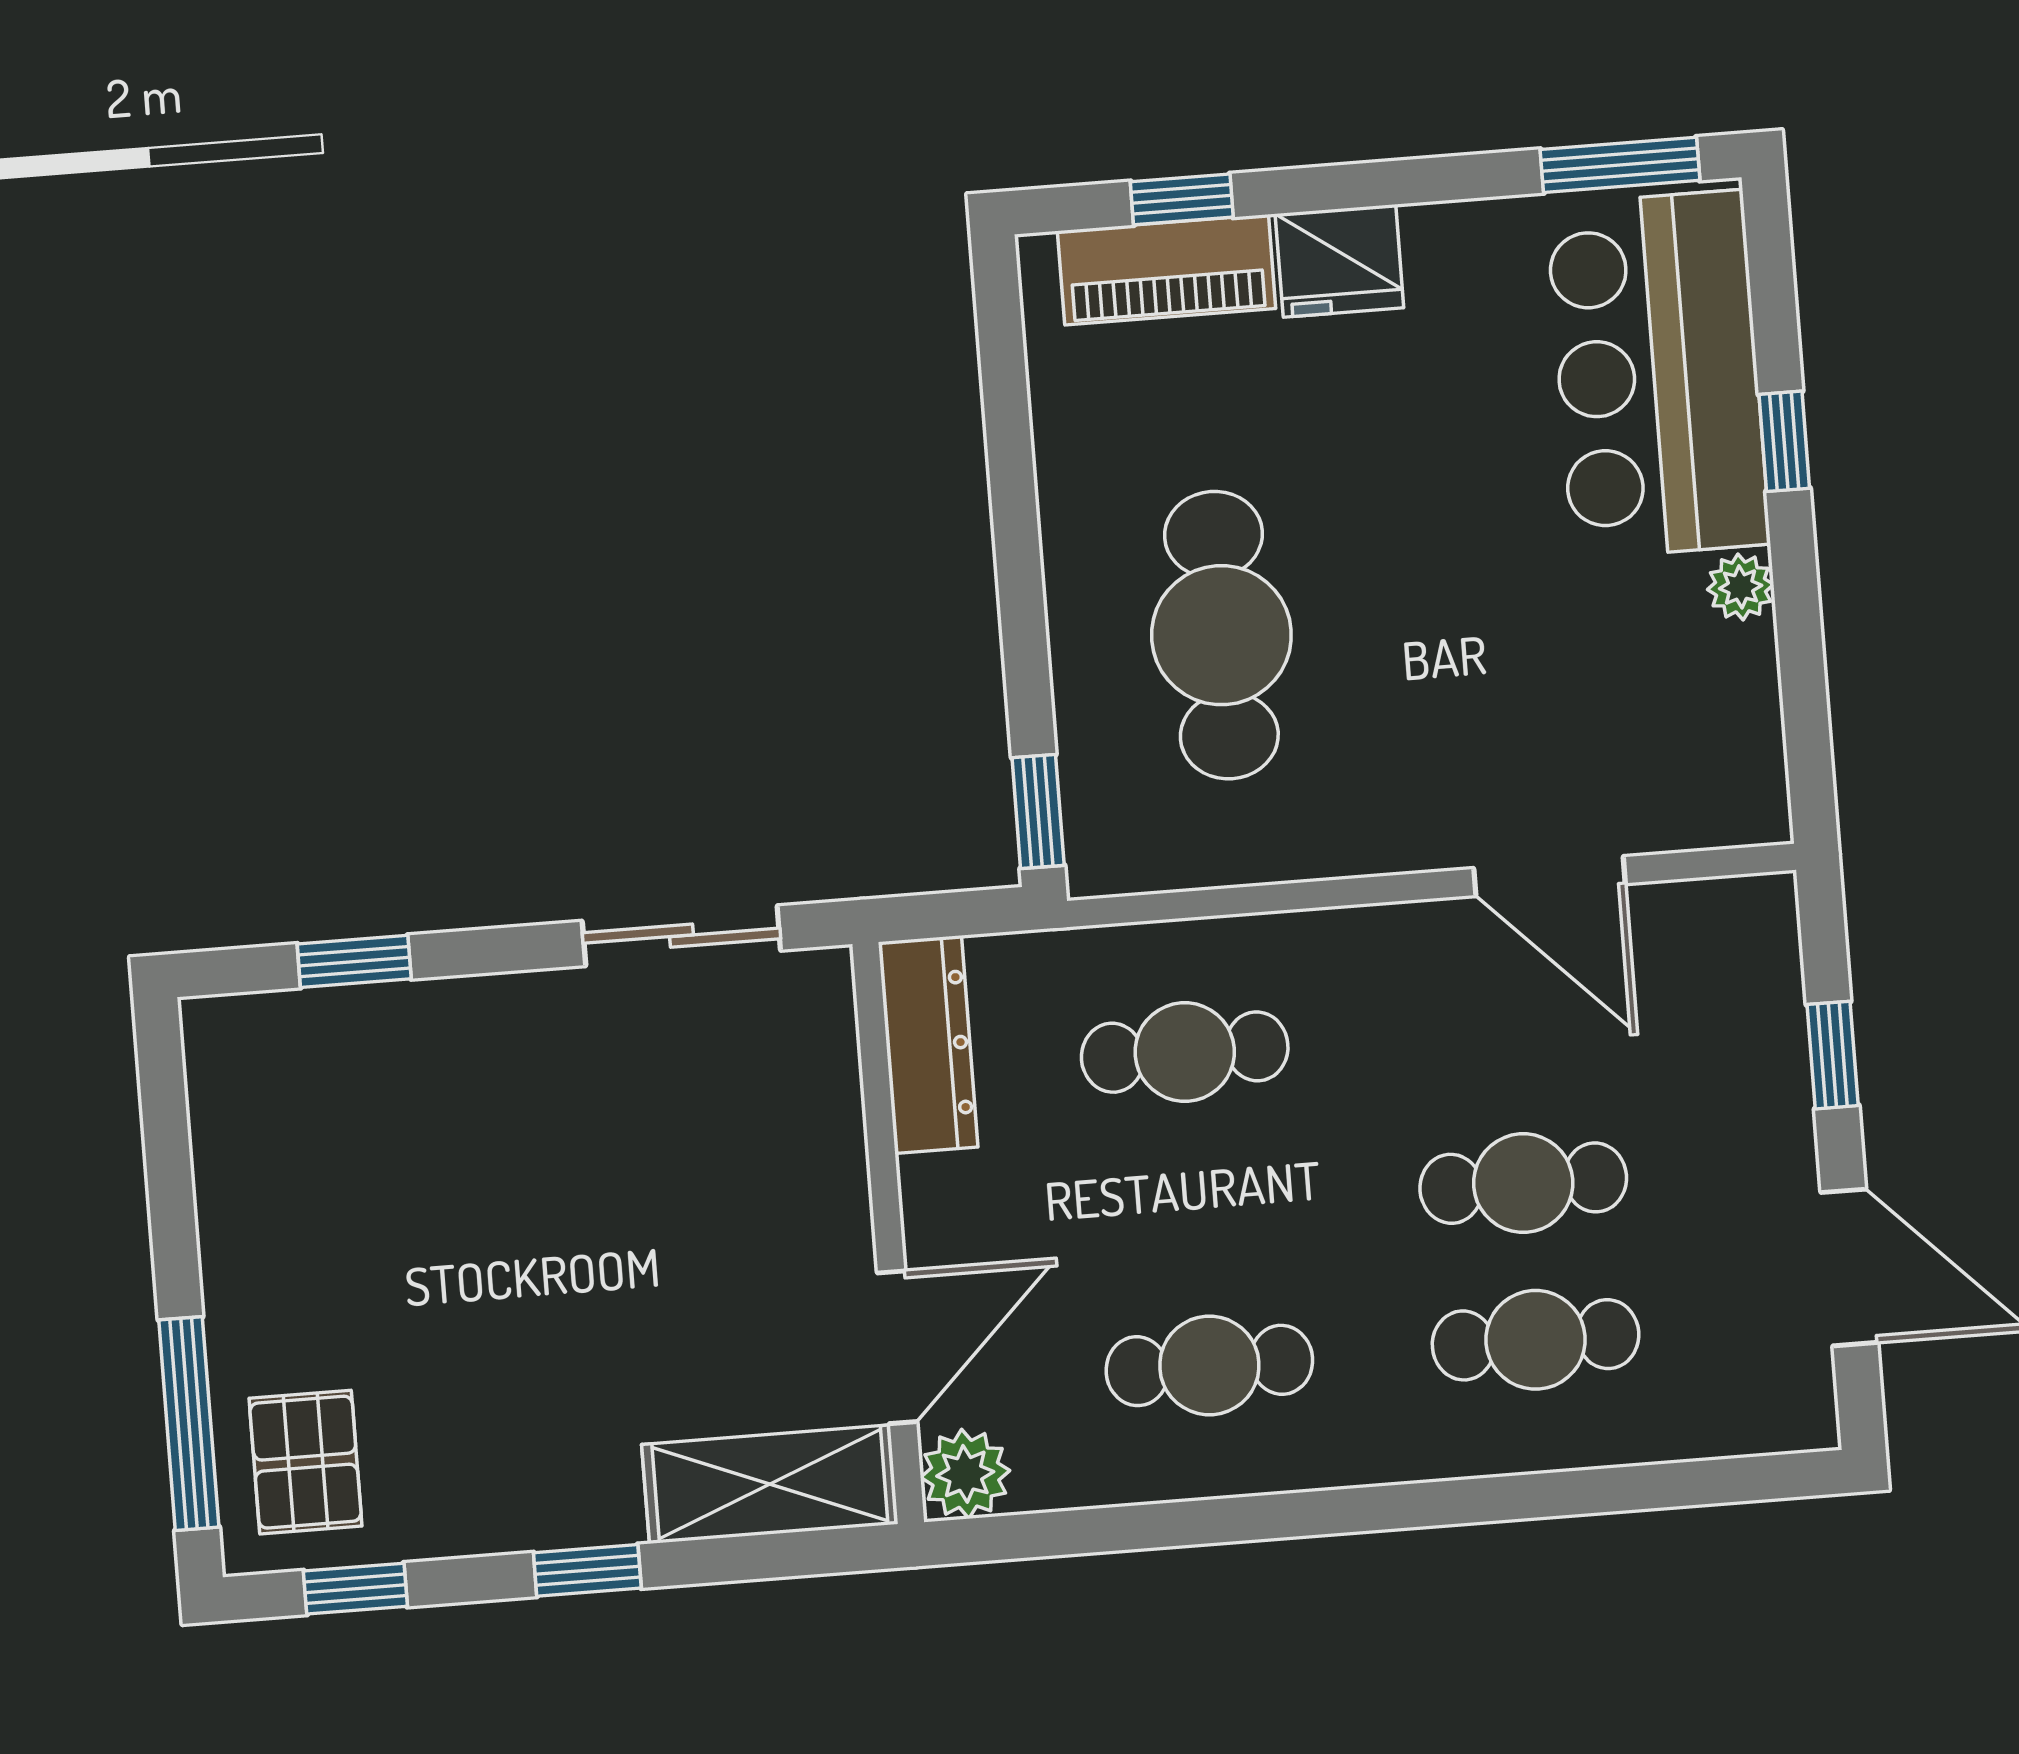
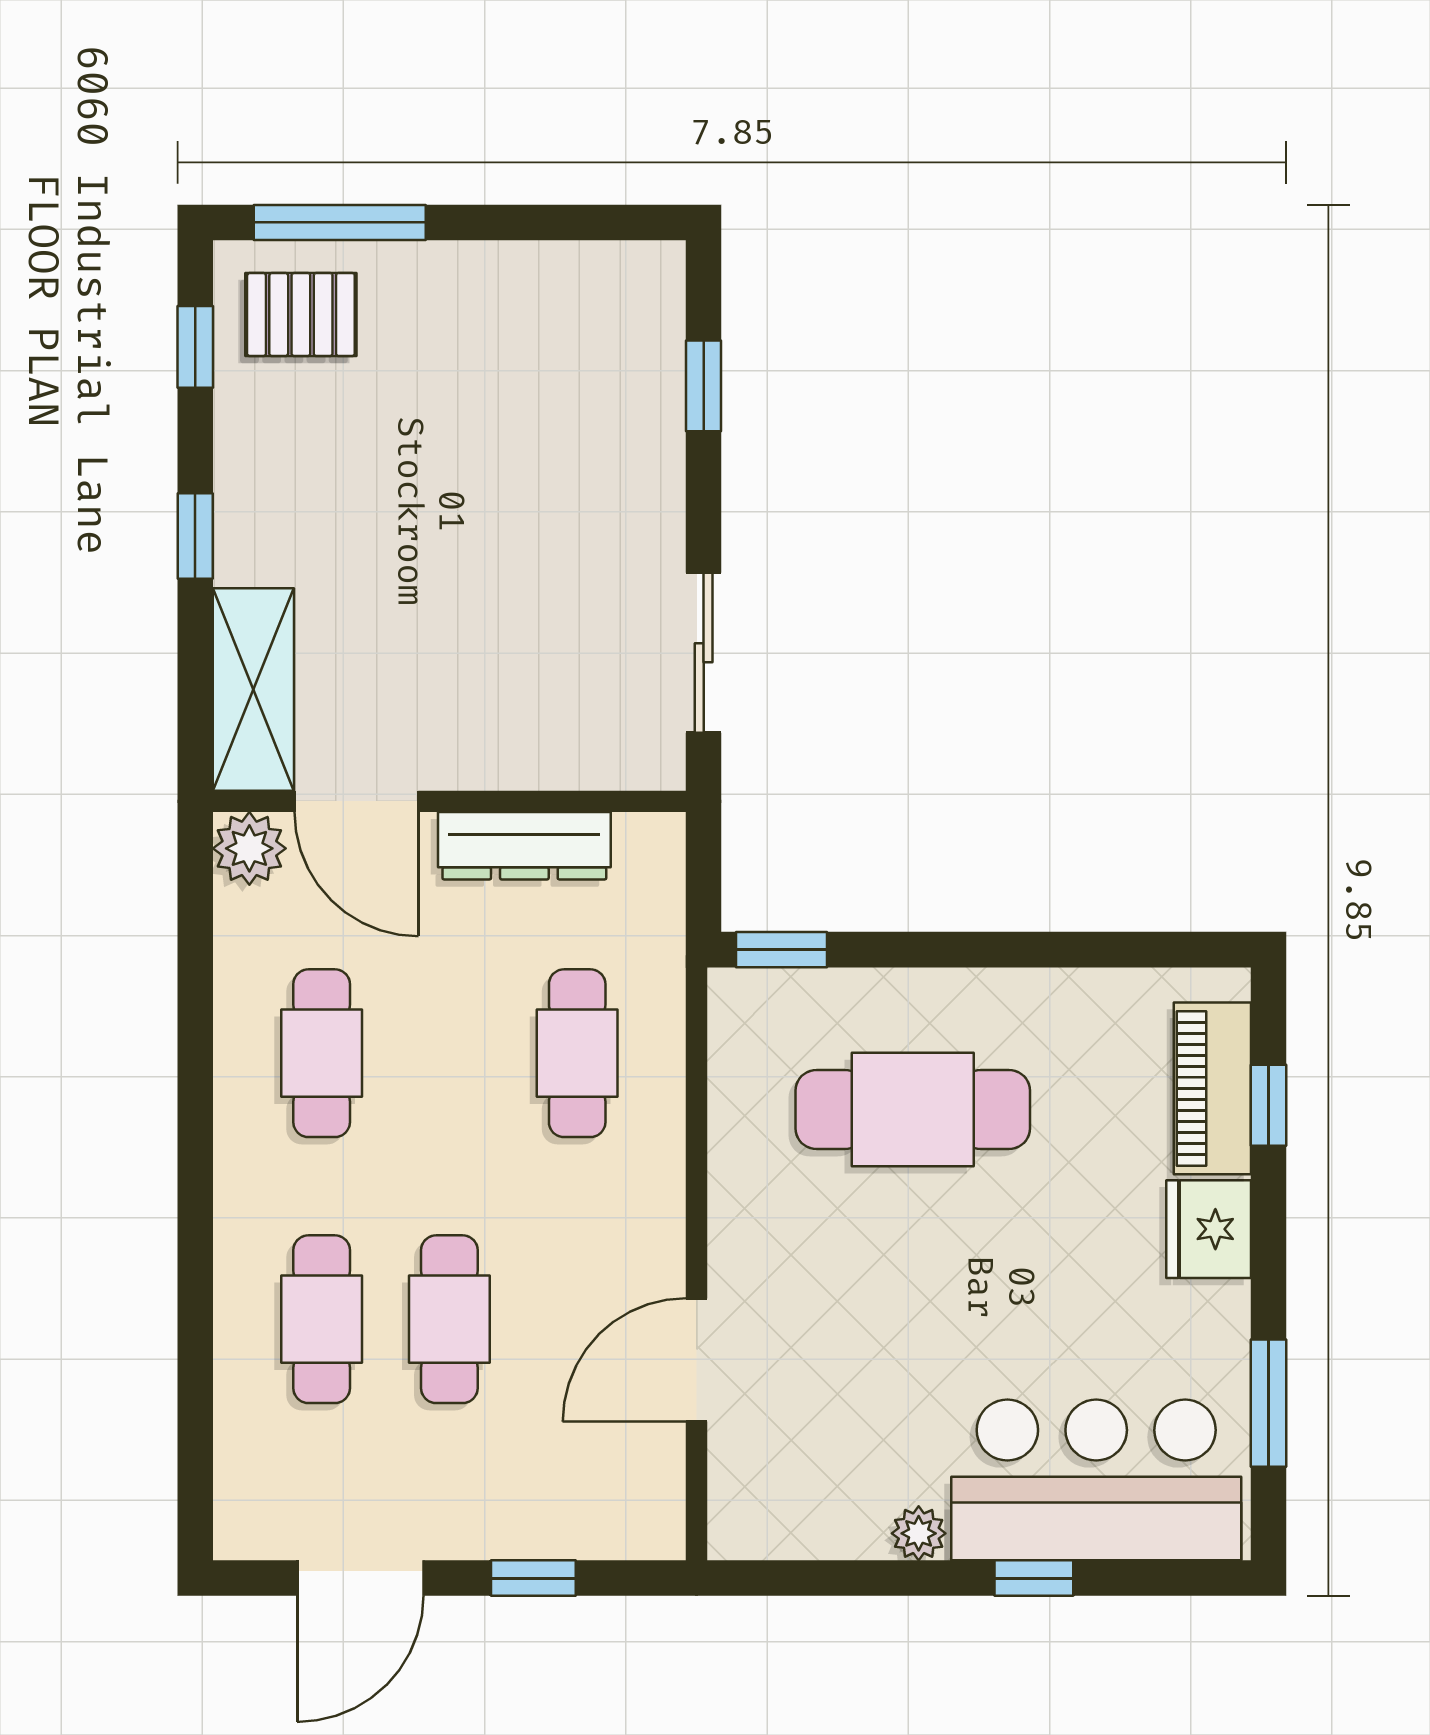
window: (1620, 165) -> (1268, 1403), moved
dresser: (928, 1045) -> (524, 846), moved

